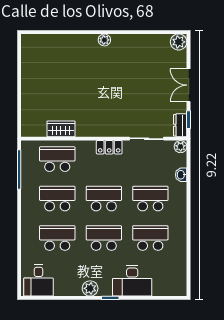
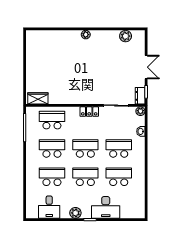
plant: (179, 42) -> (126, 36), moved
double door: (189, 85) -> (146, 67), swing flipped
wardrobe: (61, 129) -> (38, 98), moved
desk: (38, 280) -> (49, 207), moved

